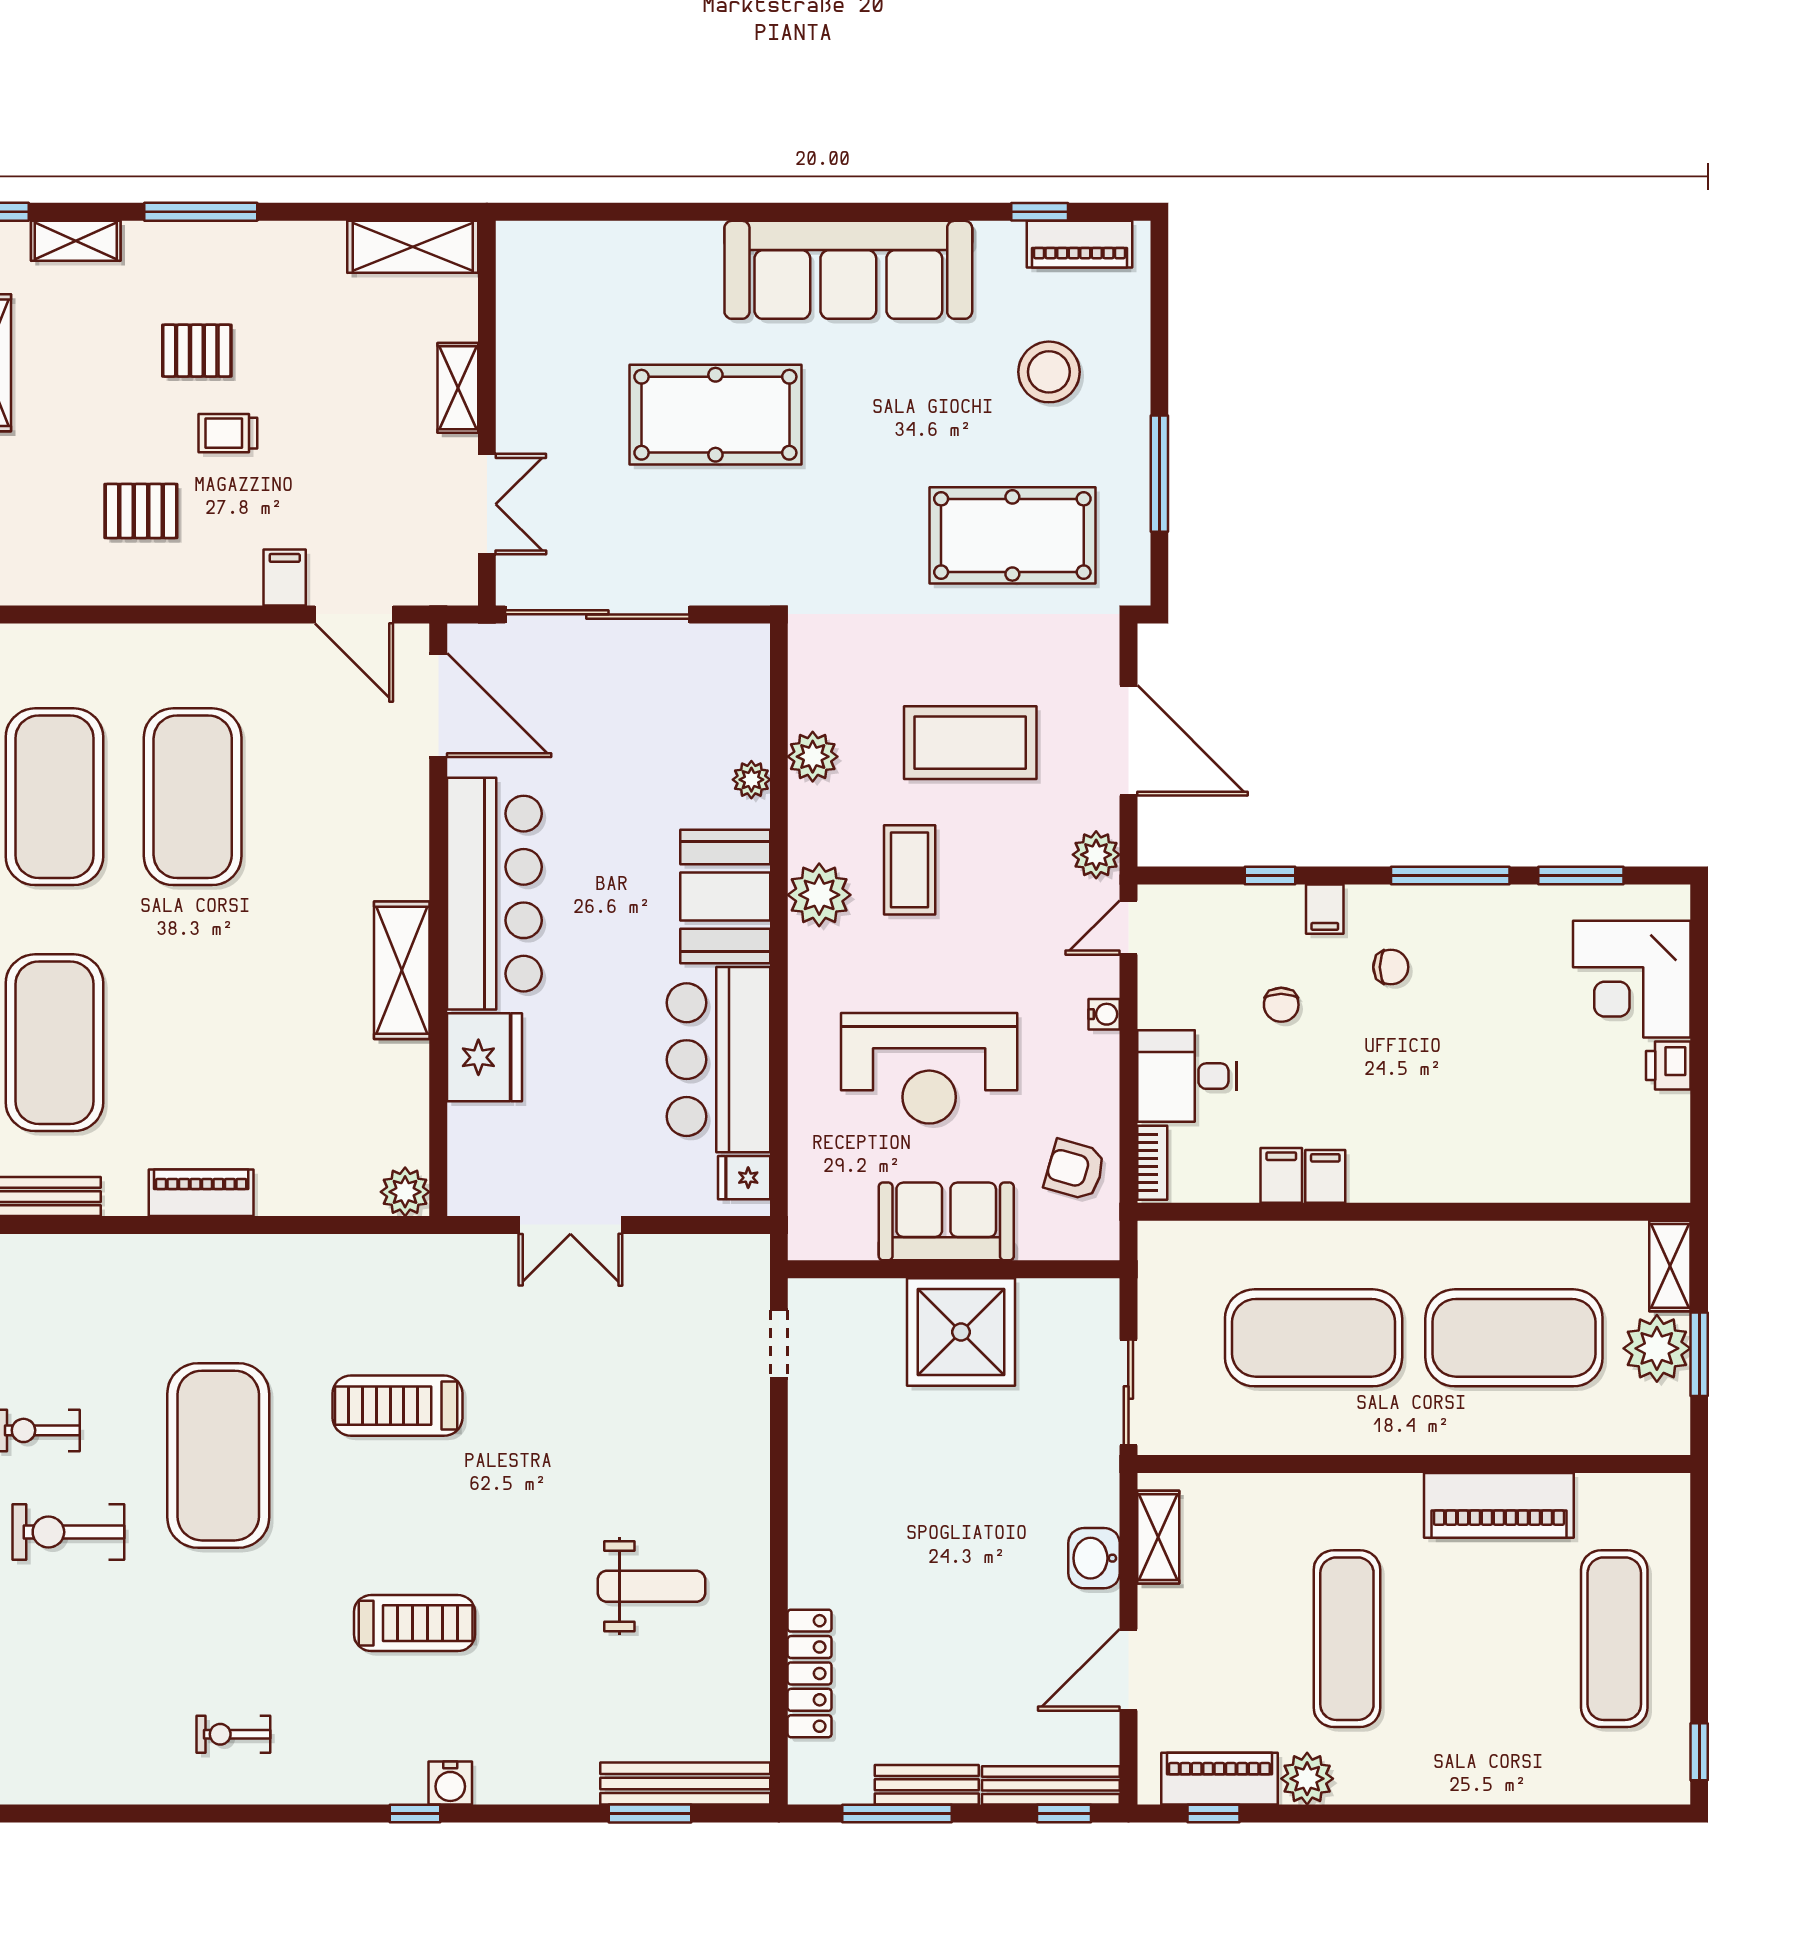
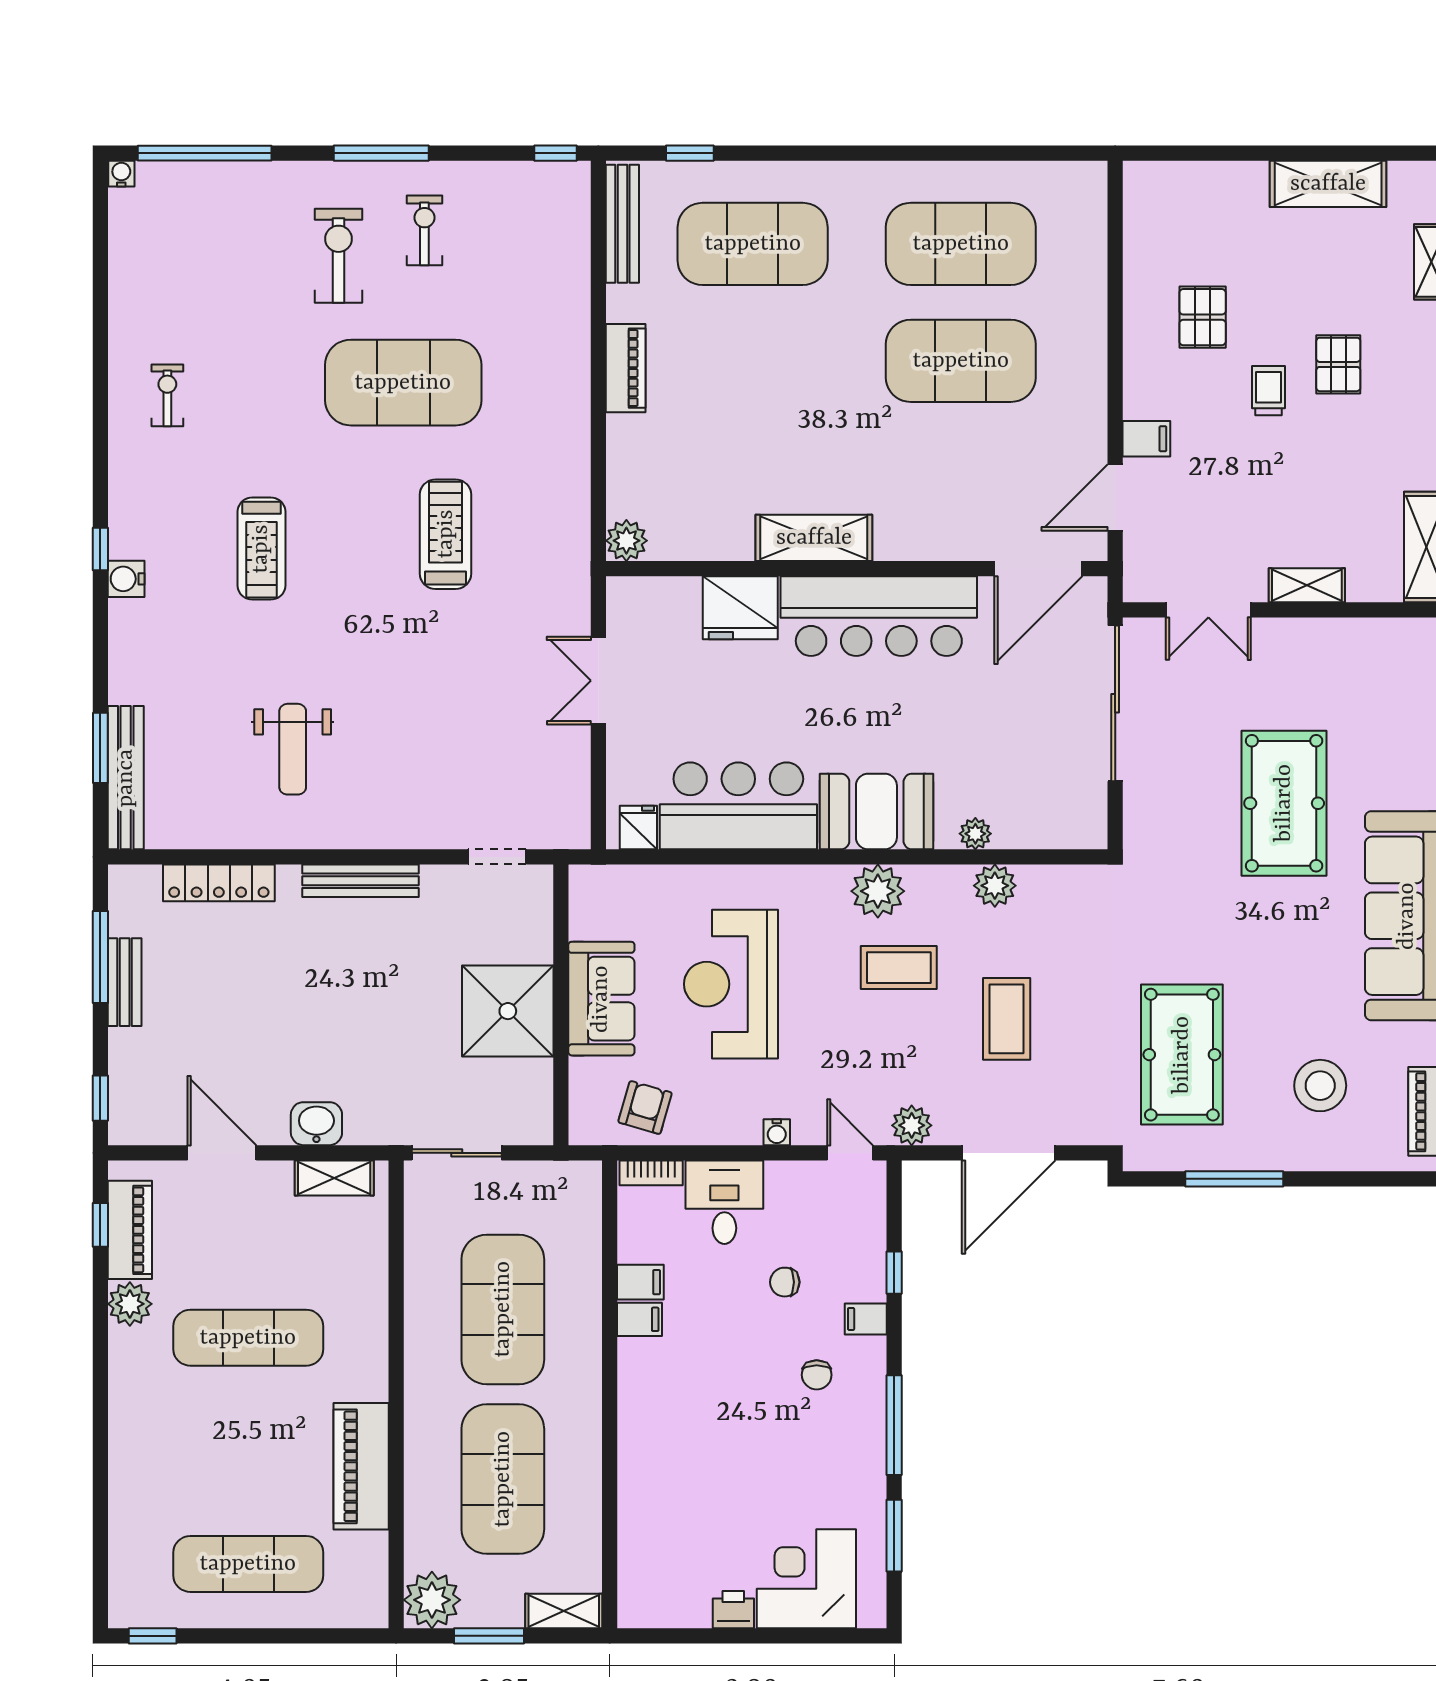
coffee table: (970, 743) -> (1007, 1019), width x0.73, depth x0.76
plant: (1657, 1348) -> (432, 1600), moved
bench: (1051, 1785) -> (361, 881), moved, turned 90

